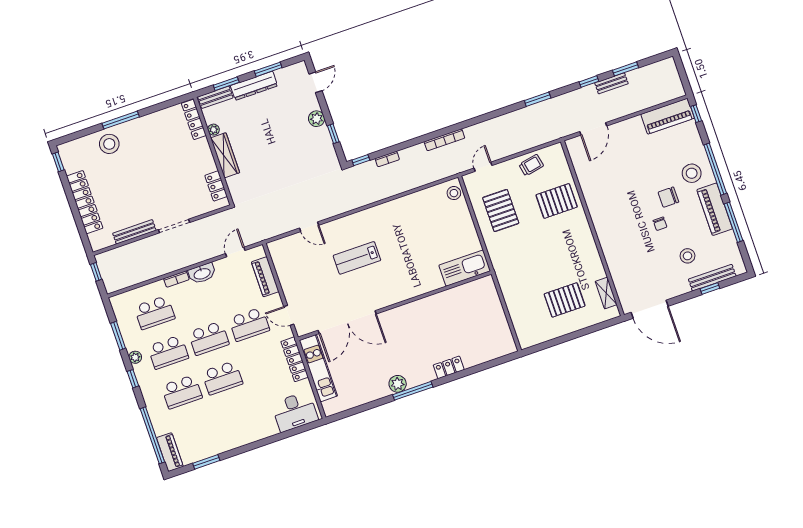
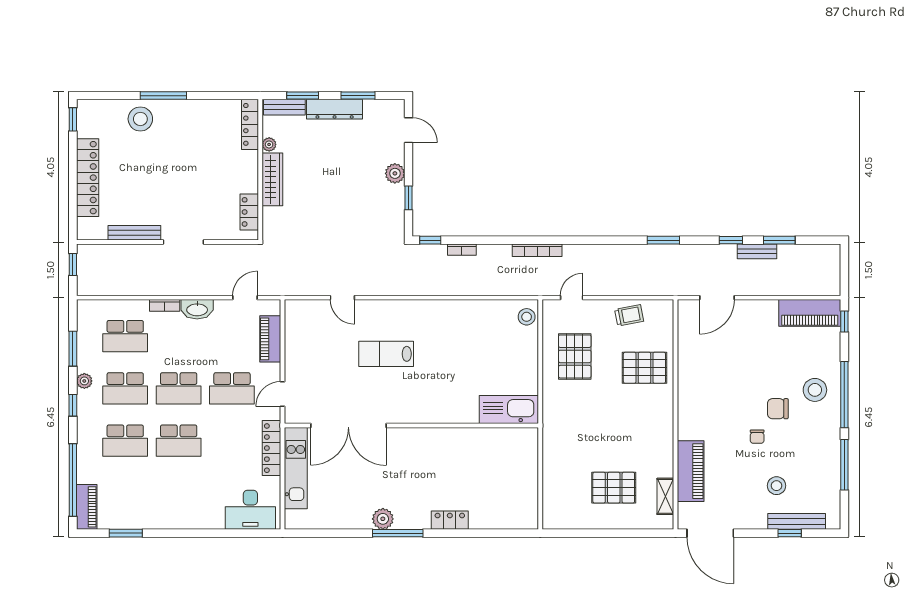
door: (316, 82) -> (409, 130), hinge flipped
piano: (715, 209) -> (691, 471), moved, turned 180
door: (289, 315) -> (282, 394), hinge flipped

